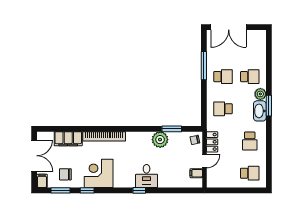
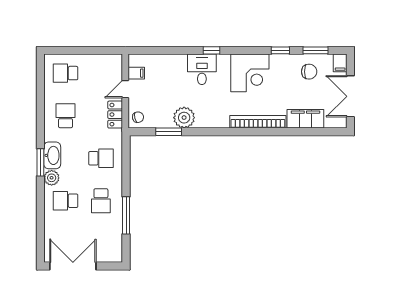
double door: (229, 27) -> (73, 266), moved
school desk: (223, 77) -> (101, 201), turned -90
corner desk: (99, 173) -> (250, 73), moved

